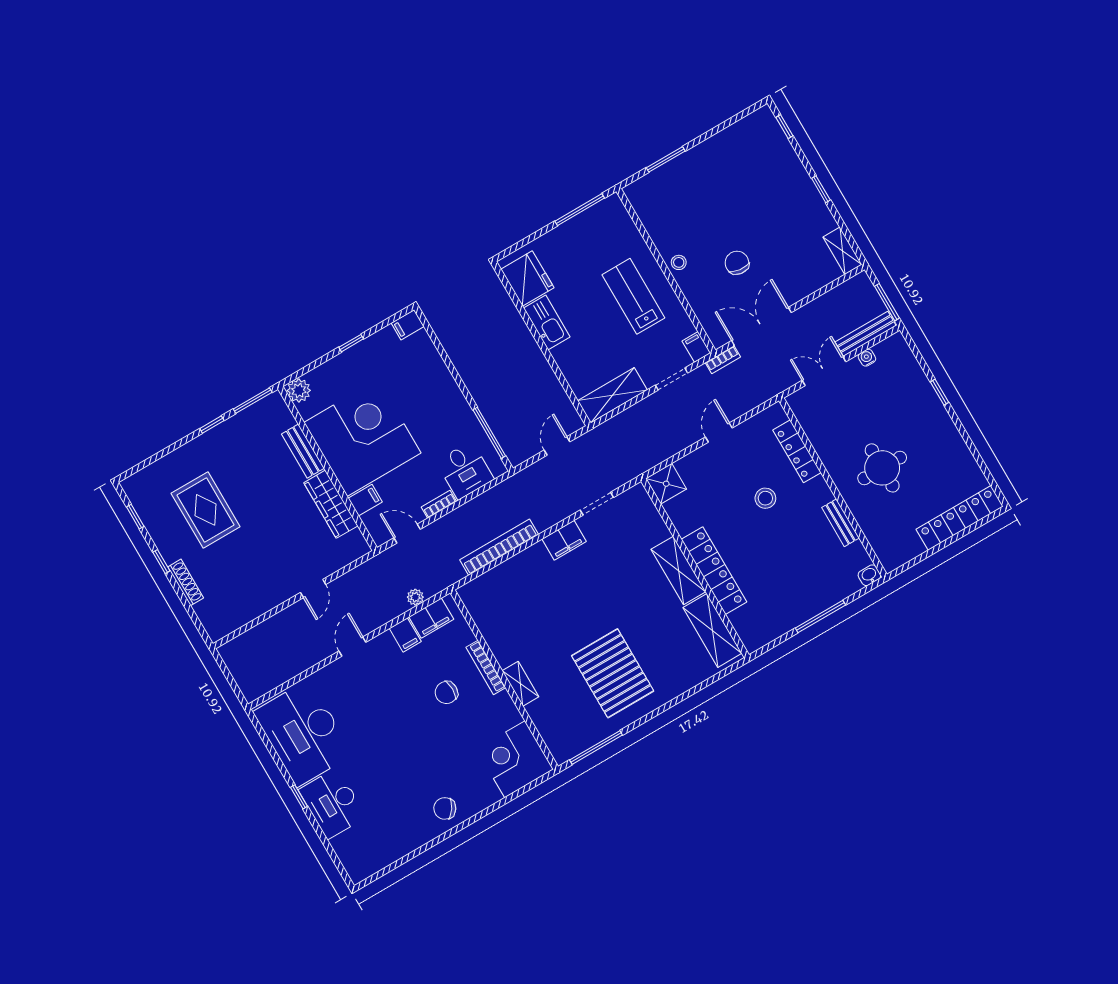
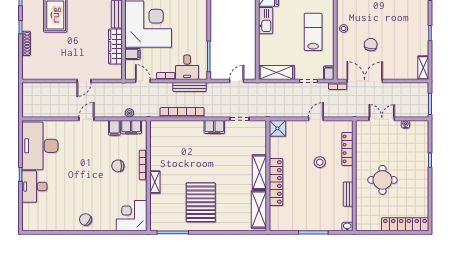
bench: (866, 334) -> (190, 87), moved

